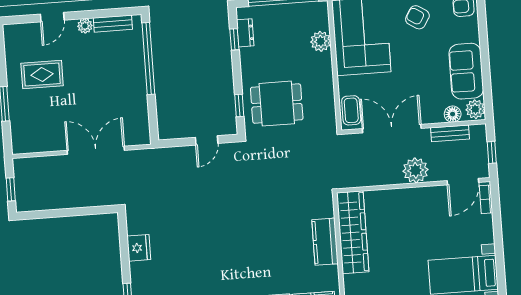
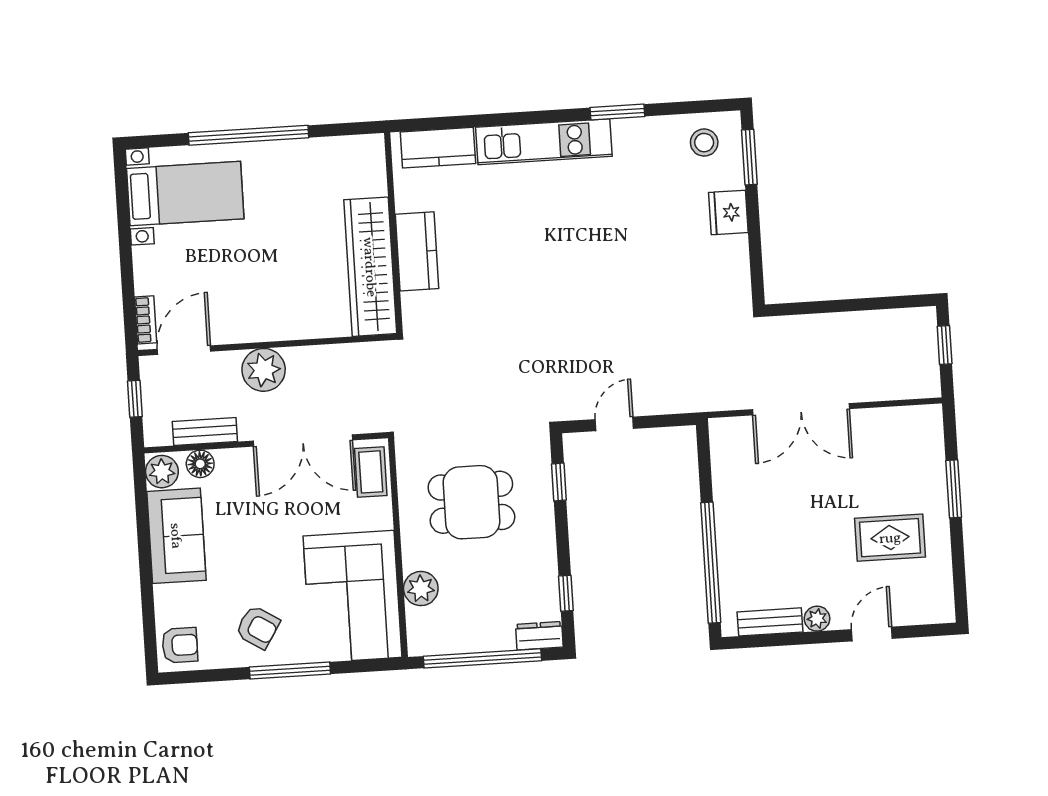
dresser: (245, 33) -> (539, 636), moved, turned 90
dining table: (277, 104) -> (471, 502), moved
fridge: (139, 248) -> (728, 212), moved

